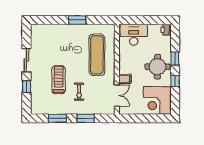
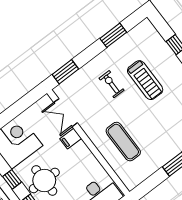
exercise mat: (97, 55) -> (123, 142), width x0.73, depth x0.69
window: (86, 118) -> (65, 72), moved

